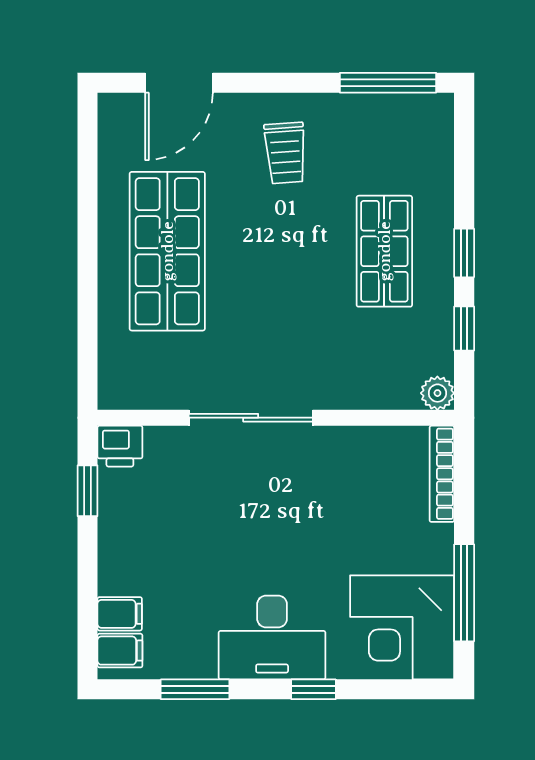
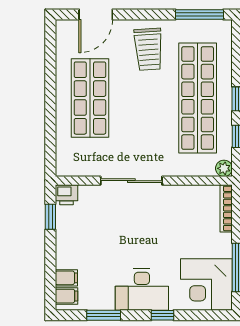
trolley: (285, 153) -> (148, 49), width x1.36, depth x1.39
shop shelf: (384, 251) -> (198, 98), width x2.00, depth x1.36

